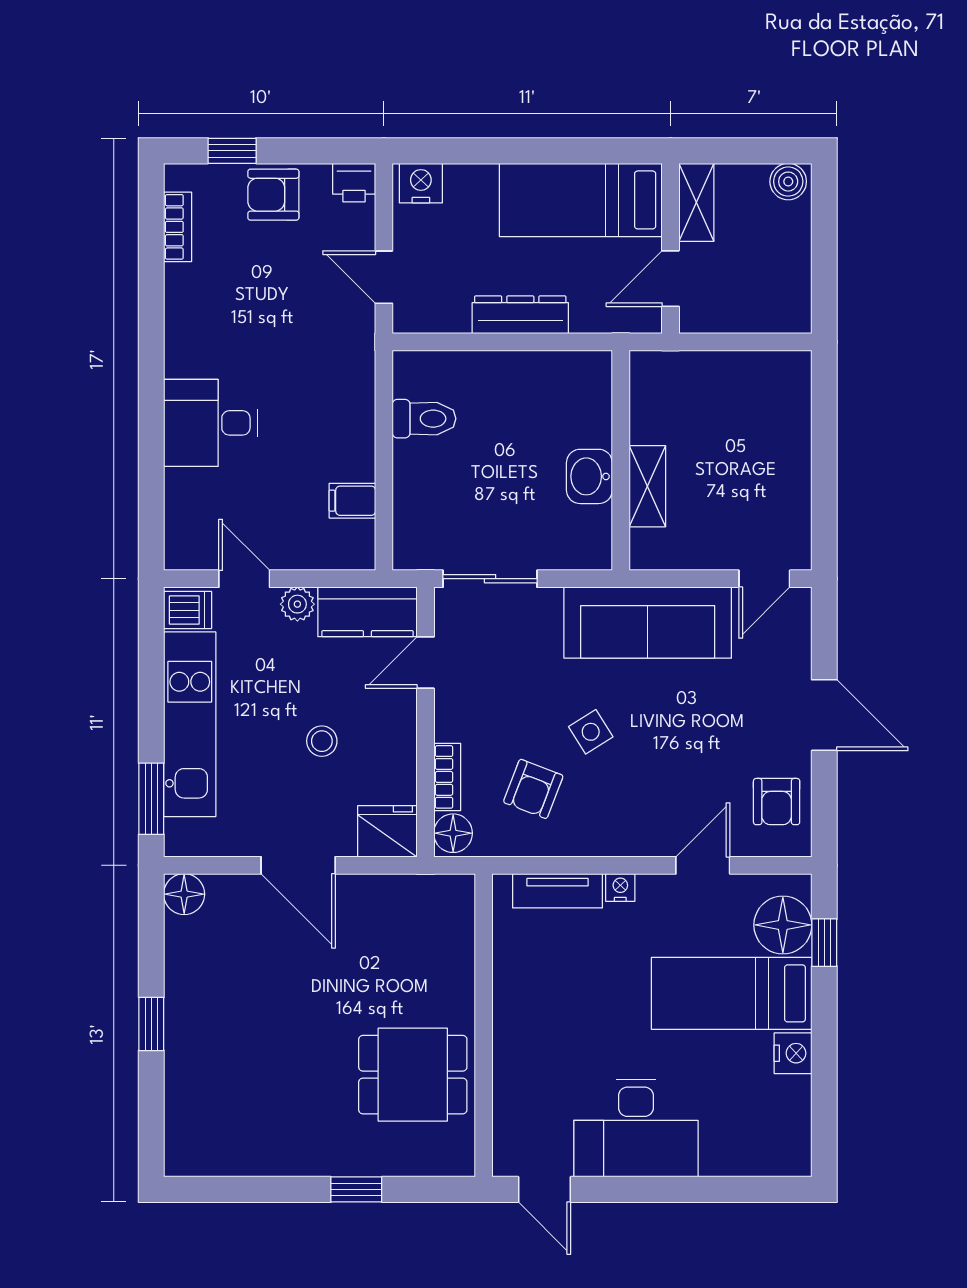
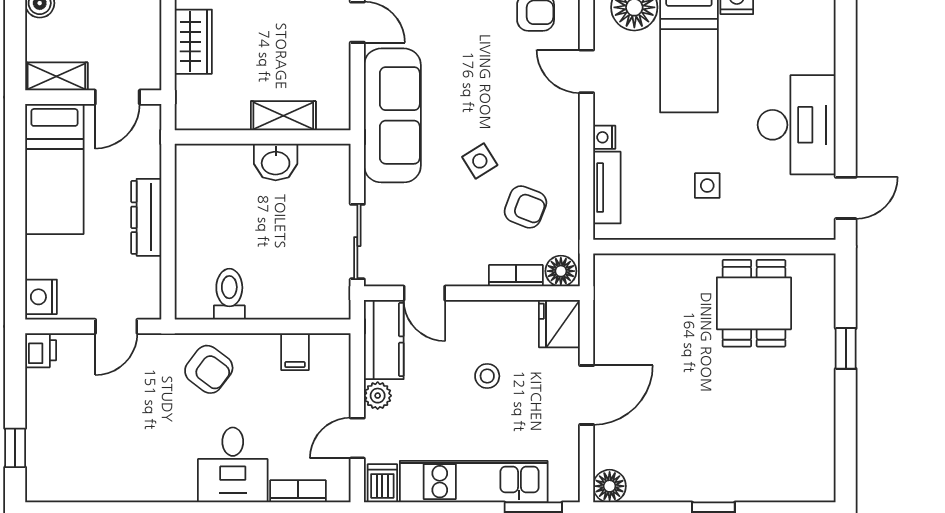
armchair: (273, 195) -> (209, 369), moved, turned -53
bookcase: (178, 227) -> (298, 491), moved
door: (671, 279) -> (117, 97), hinge flipped
wardrobe: (740, 374) -> (193, 42), added
side table: (560, 1016) -> (707, 186), added

